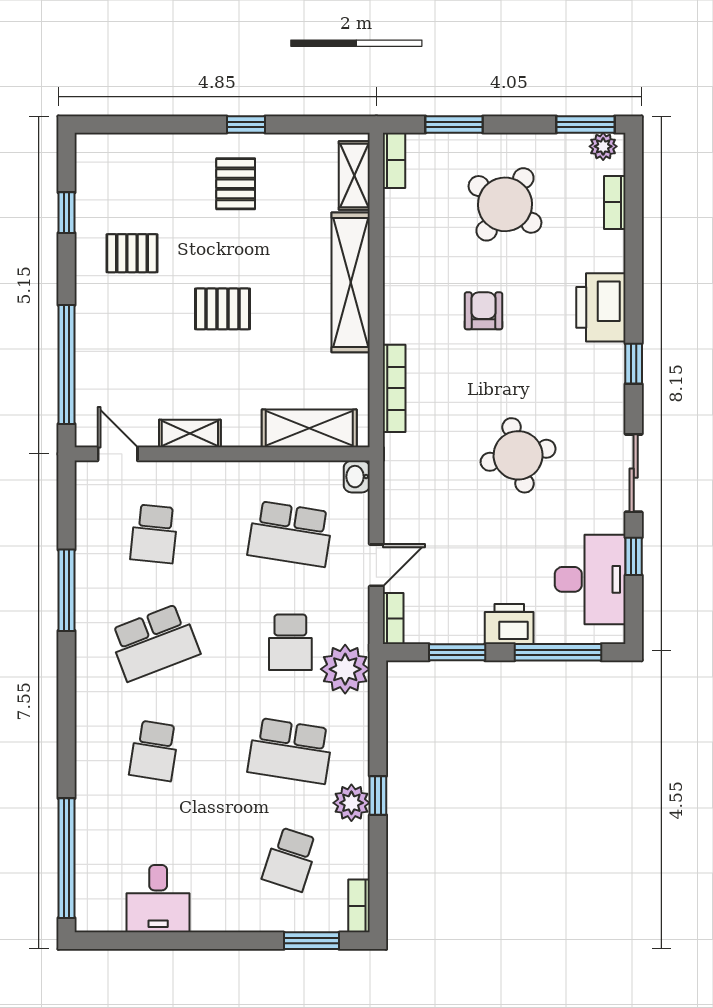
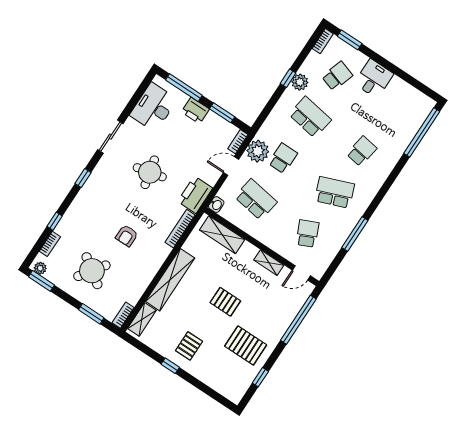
pallet: (132, 253) -> (246, 345), width x1.50, depth x1.42
printer: (601, 307) -> (195, 195), moved, turned 180
door: (118, 454) -> (301, 273), hinge flipped
school desk: (154, 534) -> (307, 234), turned -30
window: (634, 556) -> (55, 221), moved
plant: (345, 669) -> (258, 151), moved
desk: (158, 899) -> (374, 79), moved

